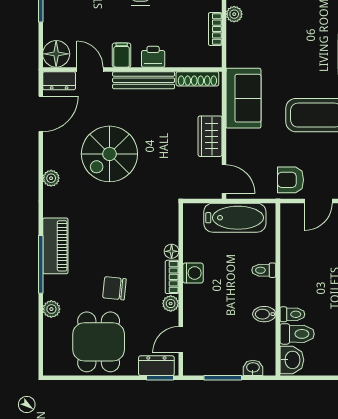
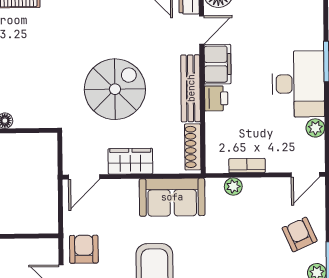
plant: (234, 14) -> (233, 186), moved
filing cabinet: (122, 55) -> (218, 64), width x2.00
spiral stairs: (109, 154) -> (115, 89), moved, turned 90
bathtub: (235, 218) -> (42, 189), removed

